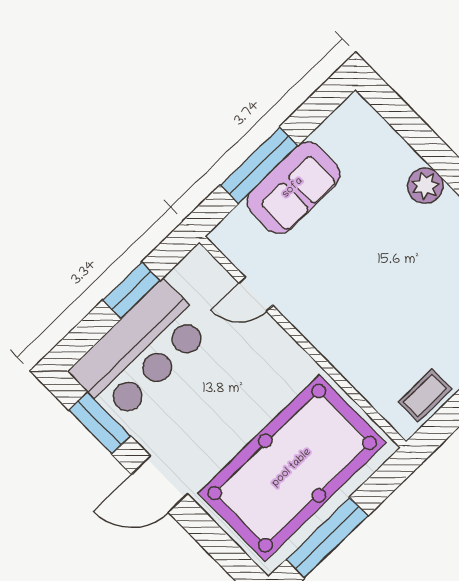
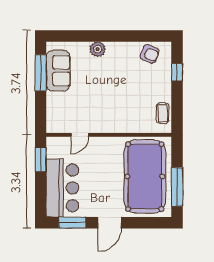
window: (259, 165) -> (41, 73), moved
sofa: (293, 188) -> (58, 71), moved
window: (131, 290) -> (41, 160), moved

